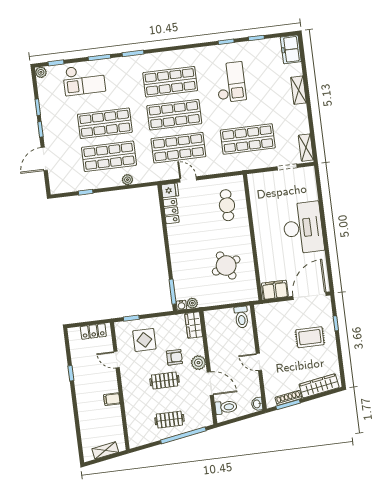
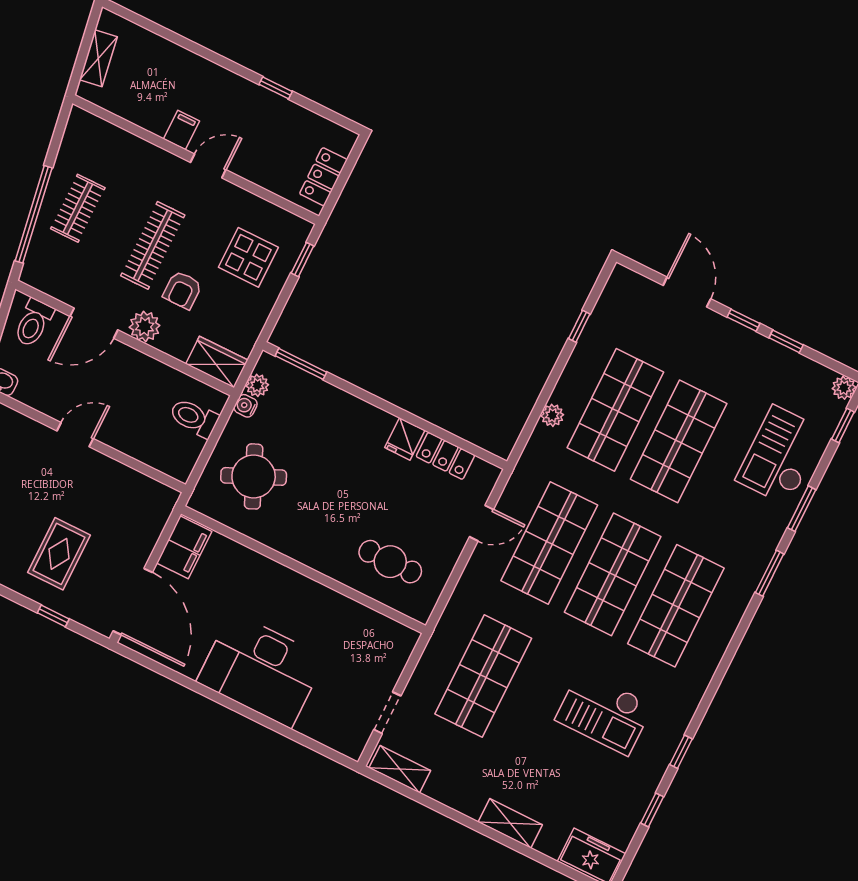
fridge: (170, 190) -> (405, 439), moved
round table: (226, 266) -> (254, 476), moved
water cooler: (181, 305) -> (246, 406), moved
toilet: (241, 317) -> (194, 418), moved
door: (117, 360) -> (208, 166), moved
clothes rail: (165, 380) -> (153, 245), width x1.36

